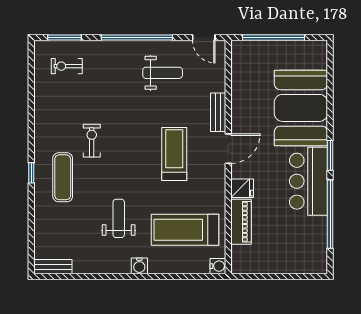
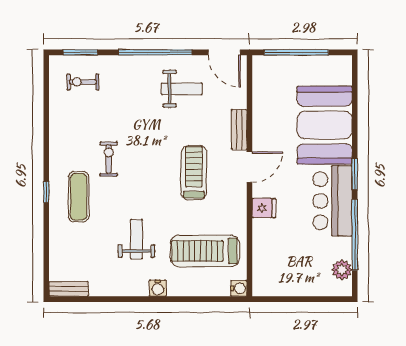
door: (204, 37) -> (224, 52), width x1.38
piano: (241, 222) -> (263, 243), removed
plant: (318, 248) -> (342, 270), added

